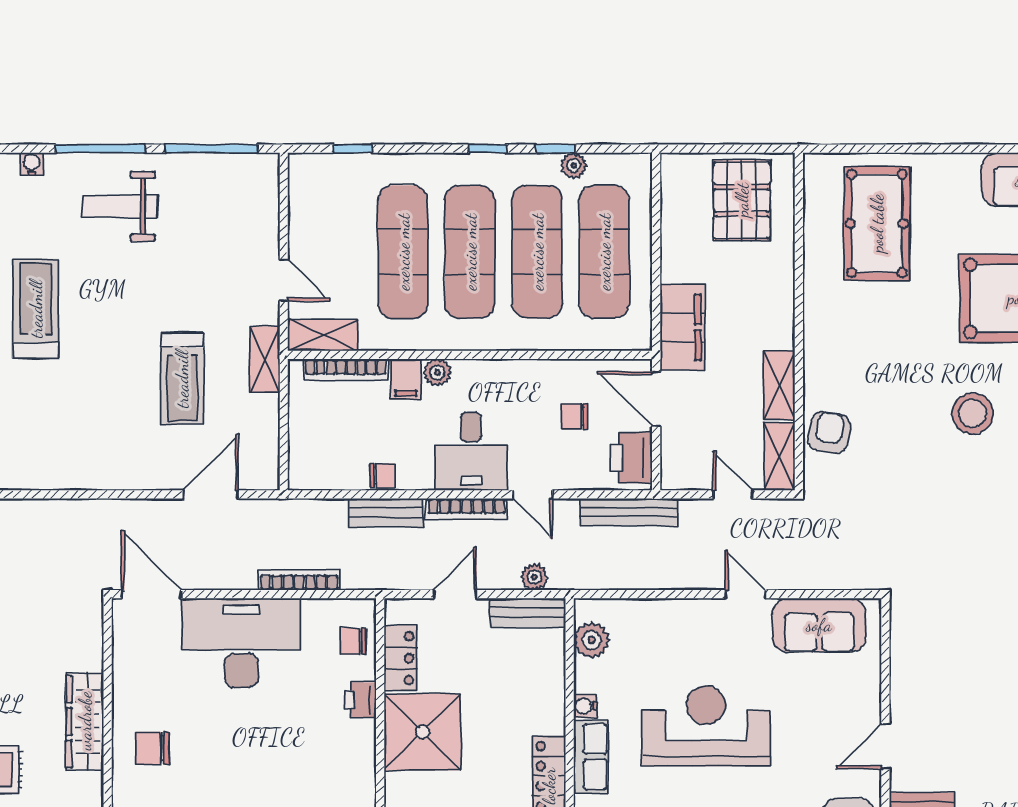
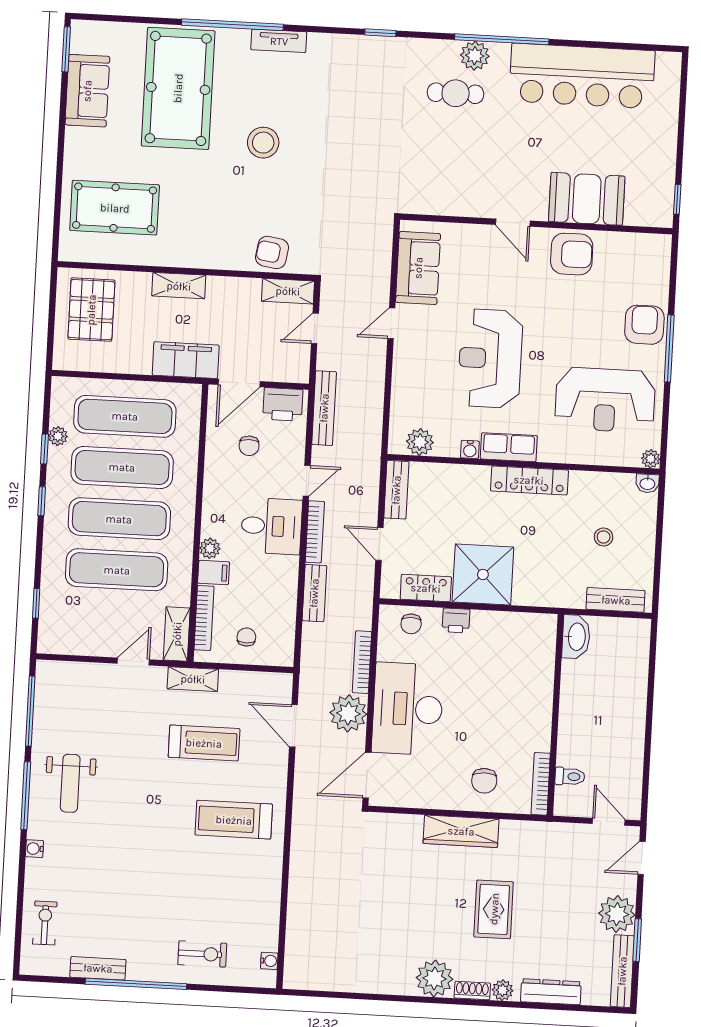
pallet: (742, 200) -> (91, 310), turned 90
treadmill: (36, 309) -> (234, 820), moved
shelving: (779, 385) -> (179, 286), moved
chair: (382, 476) -> (246, 637), moved
plant: (534, 577) -> (348, 713), moved, width x1.88, depth x1.88

